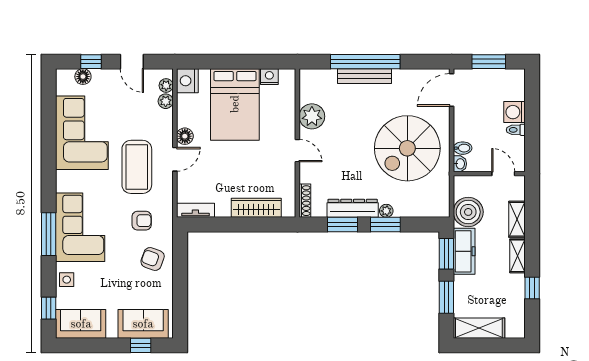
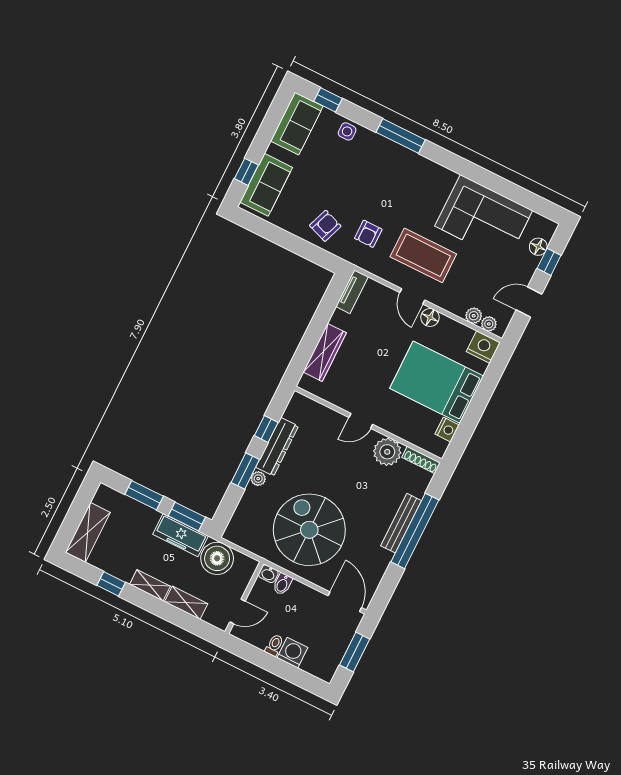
shoe rack: (305, 201) -> (421, 460), moved
window: (343, 224) -> (266, 429), width x0.67
corner sofa: (80, 227) -> (392, 170), removed
shelving: (479, 328) -> (88, 532), moved

